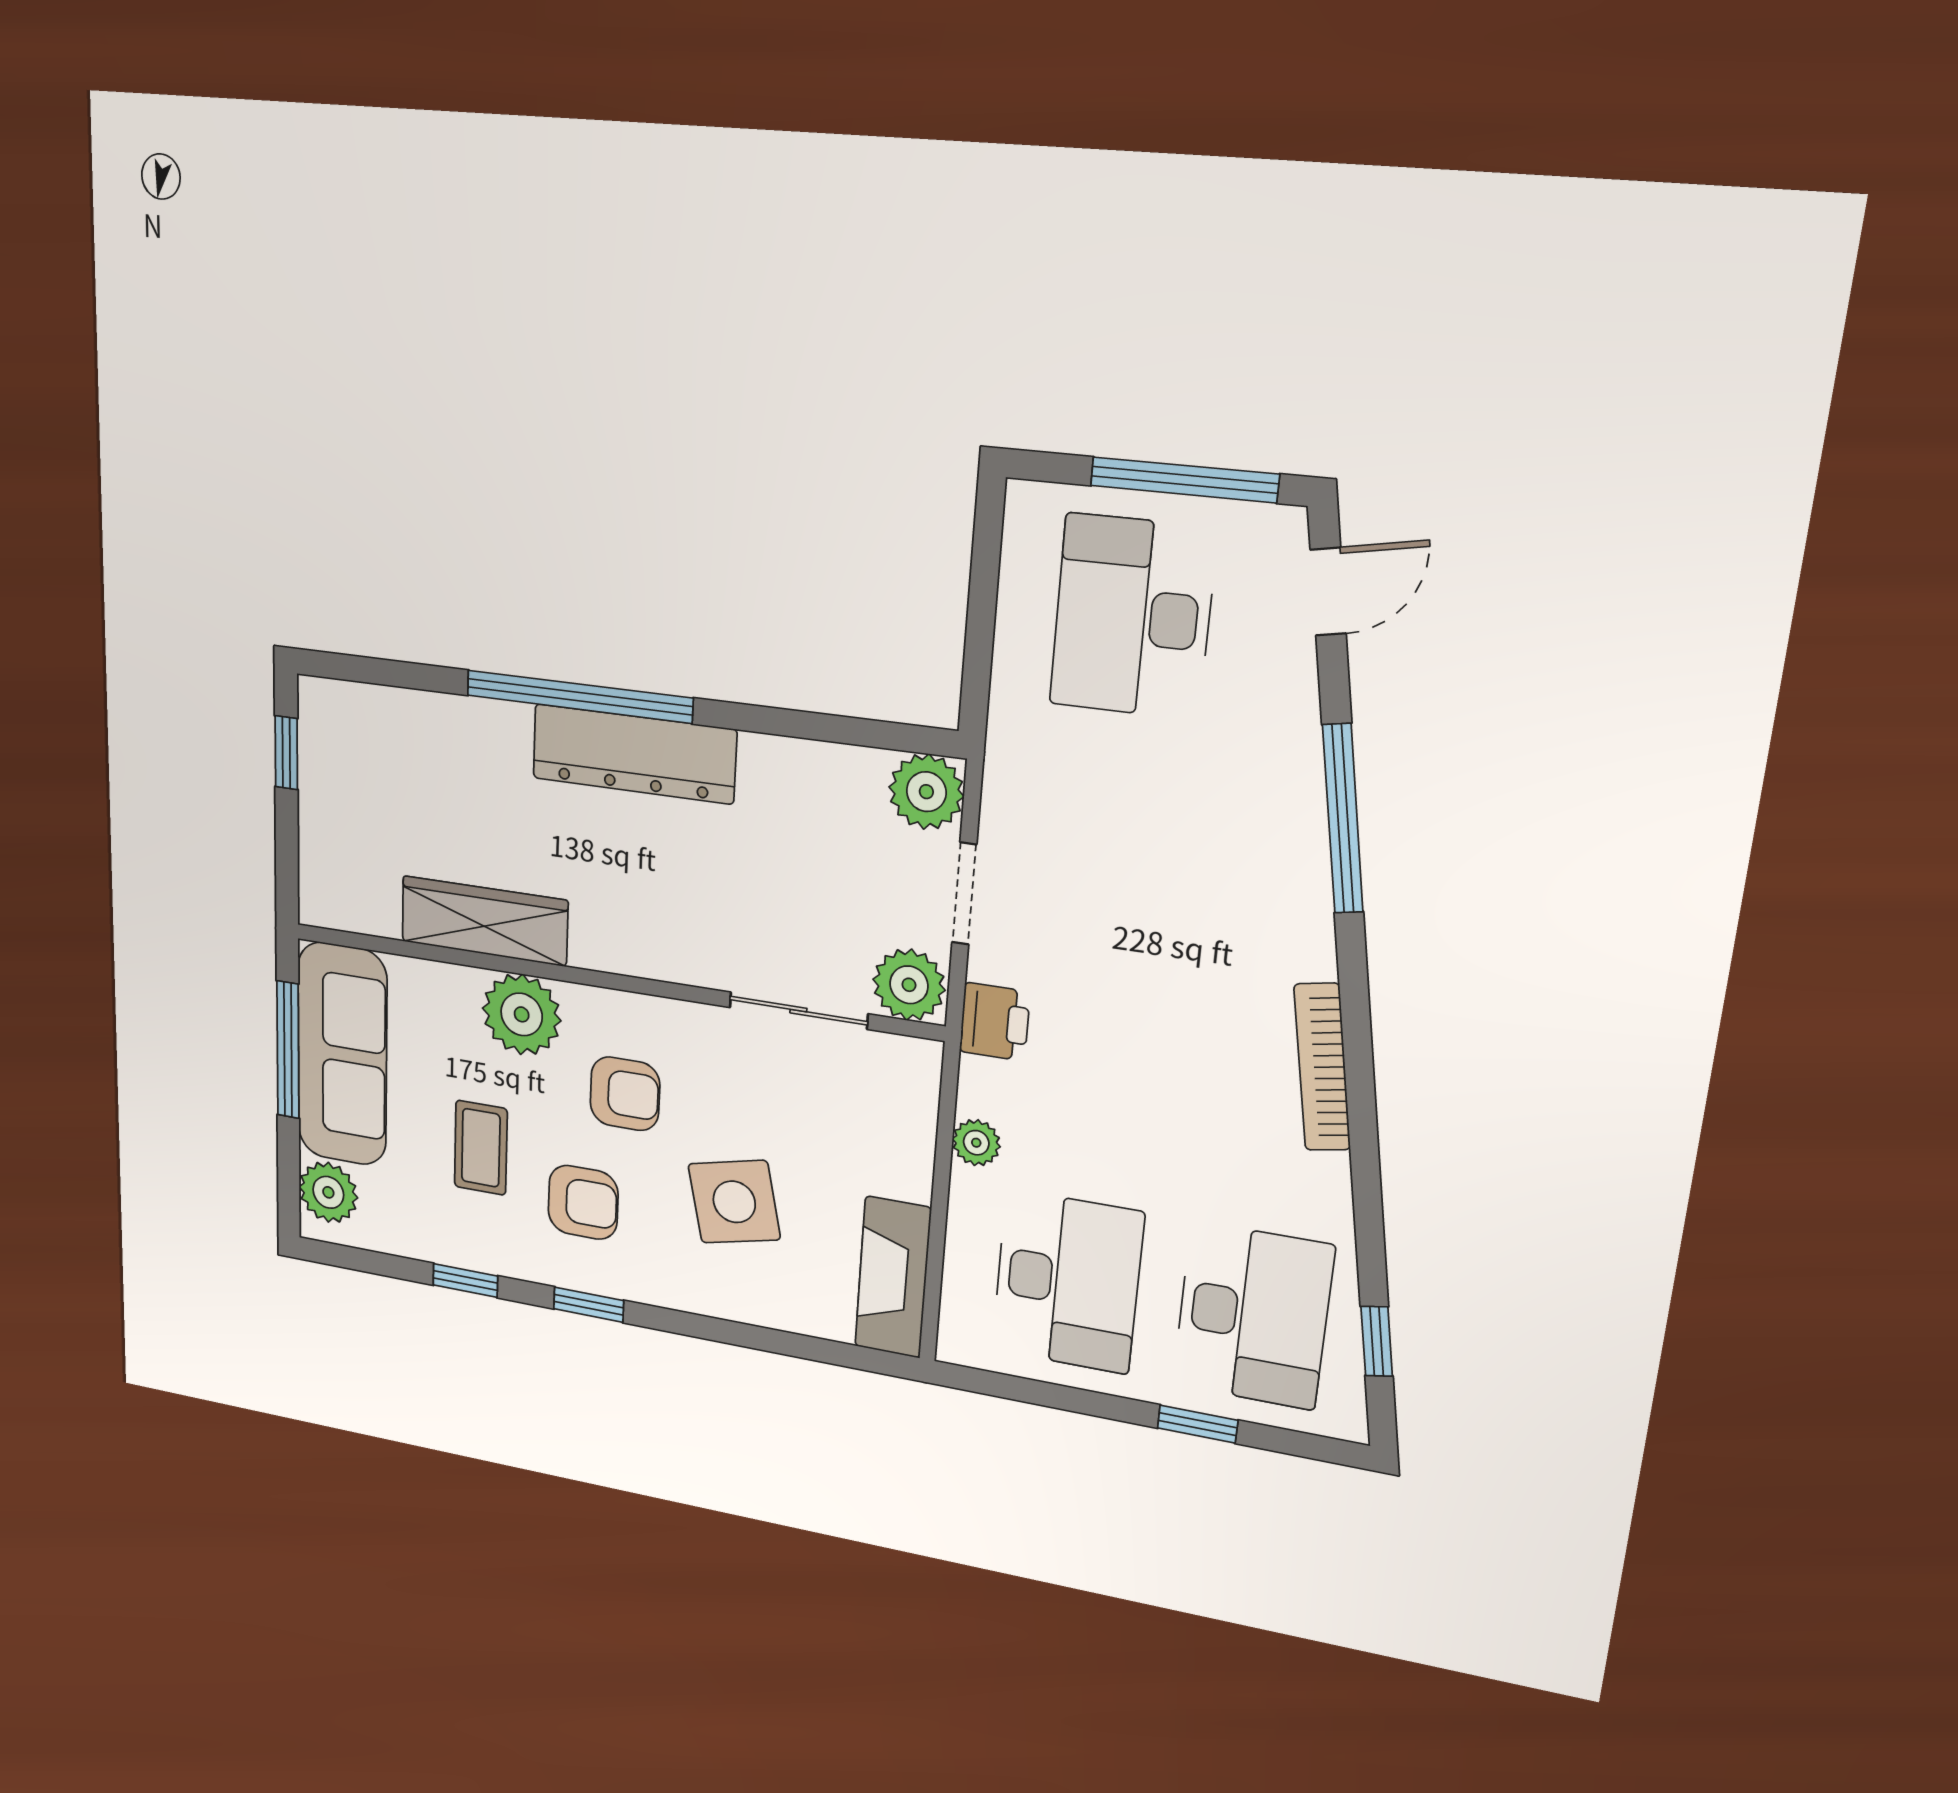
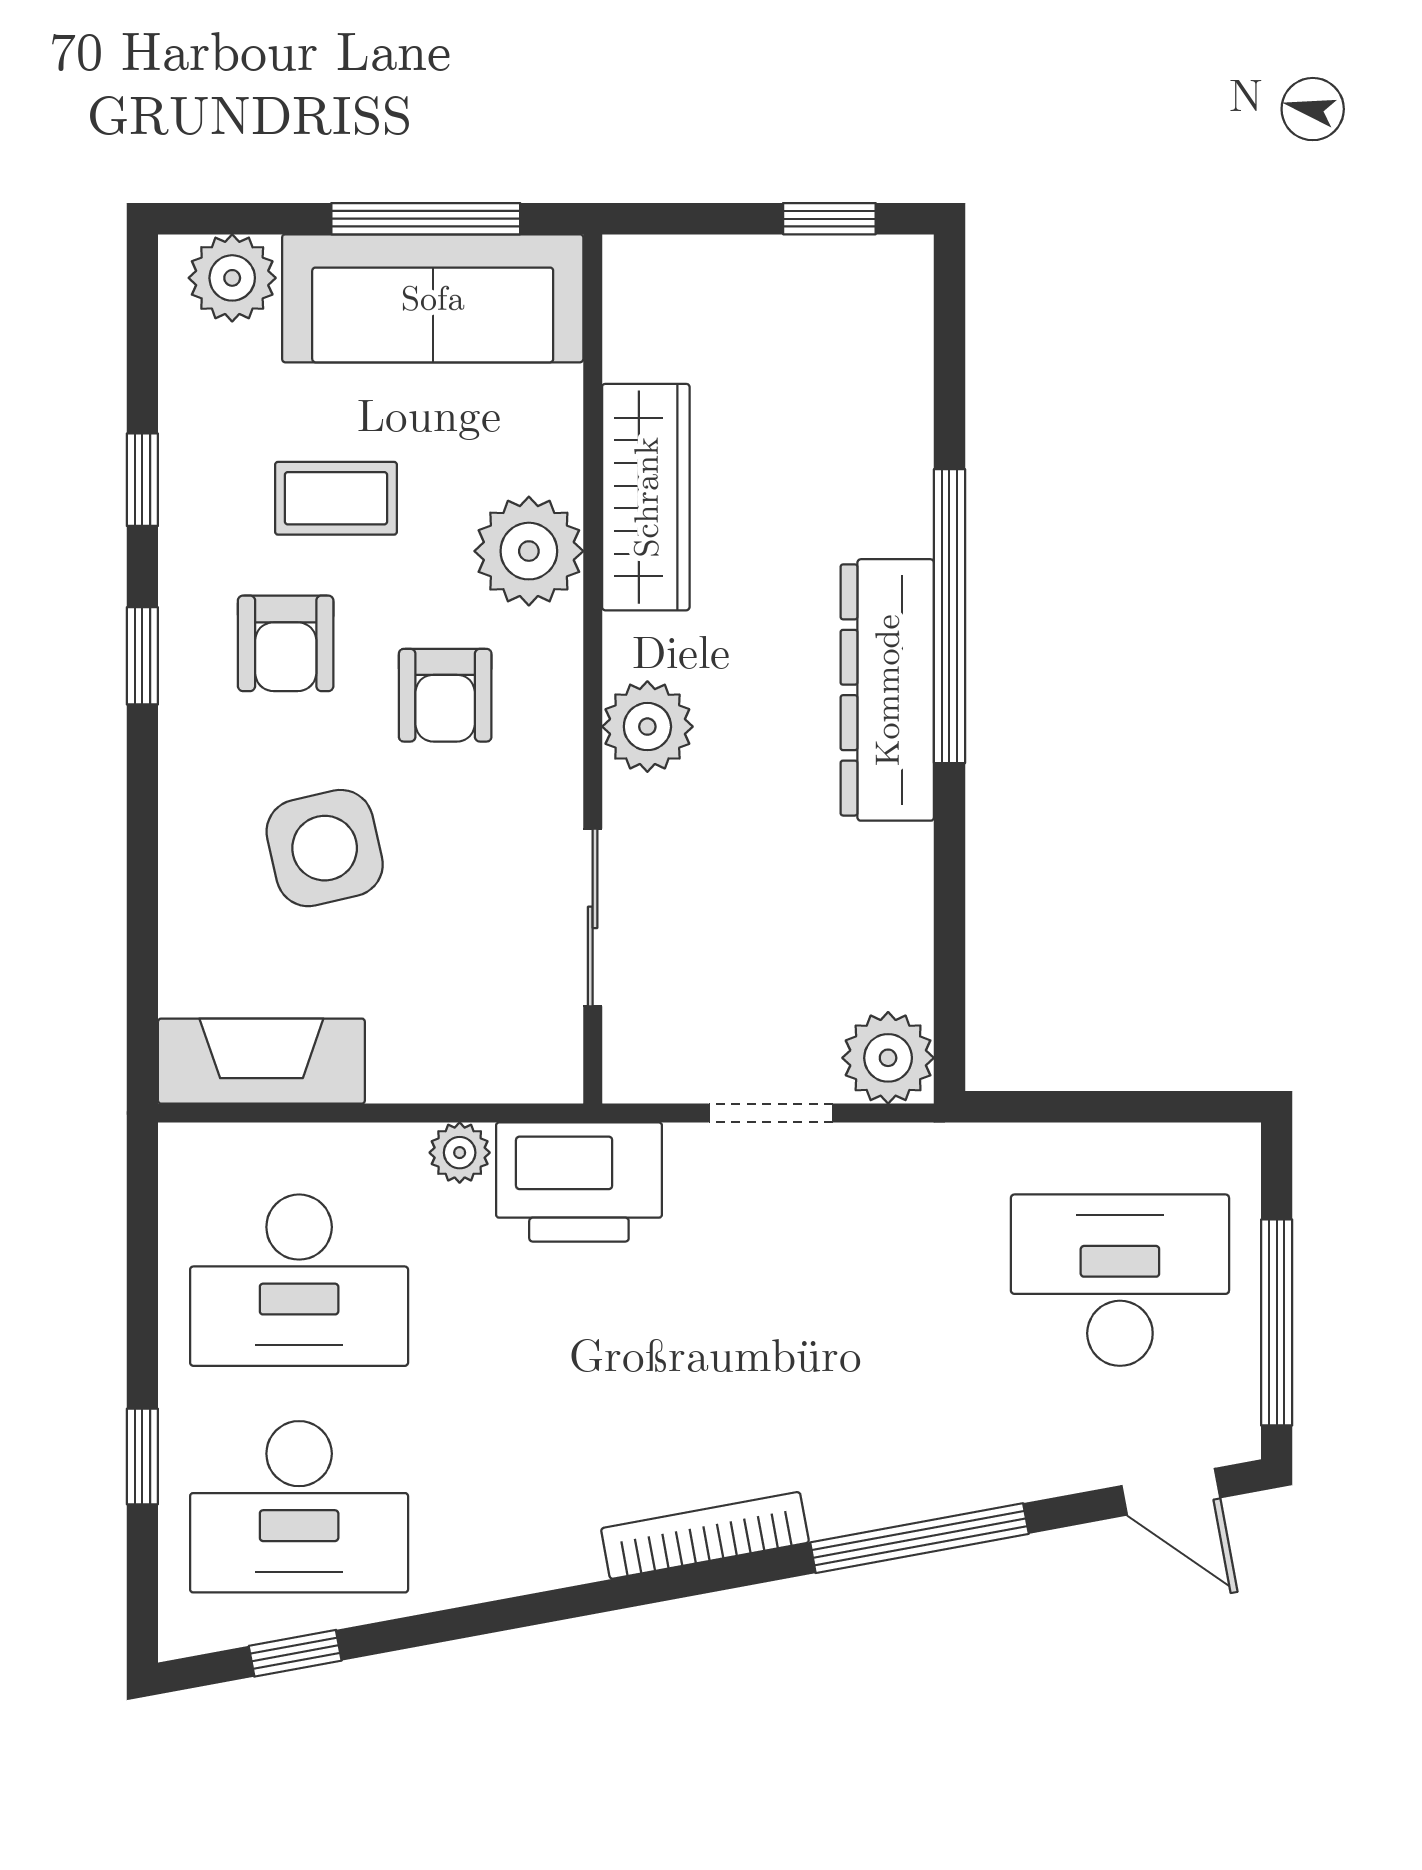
plant: (909, 985) -> (647, 727), moved
printer: (995, 1022) -> (579, 1182), width x1.87, depth x1.48
bookcase: (1322, 1067) -> (705, 1535), moved

